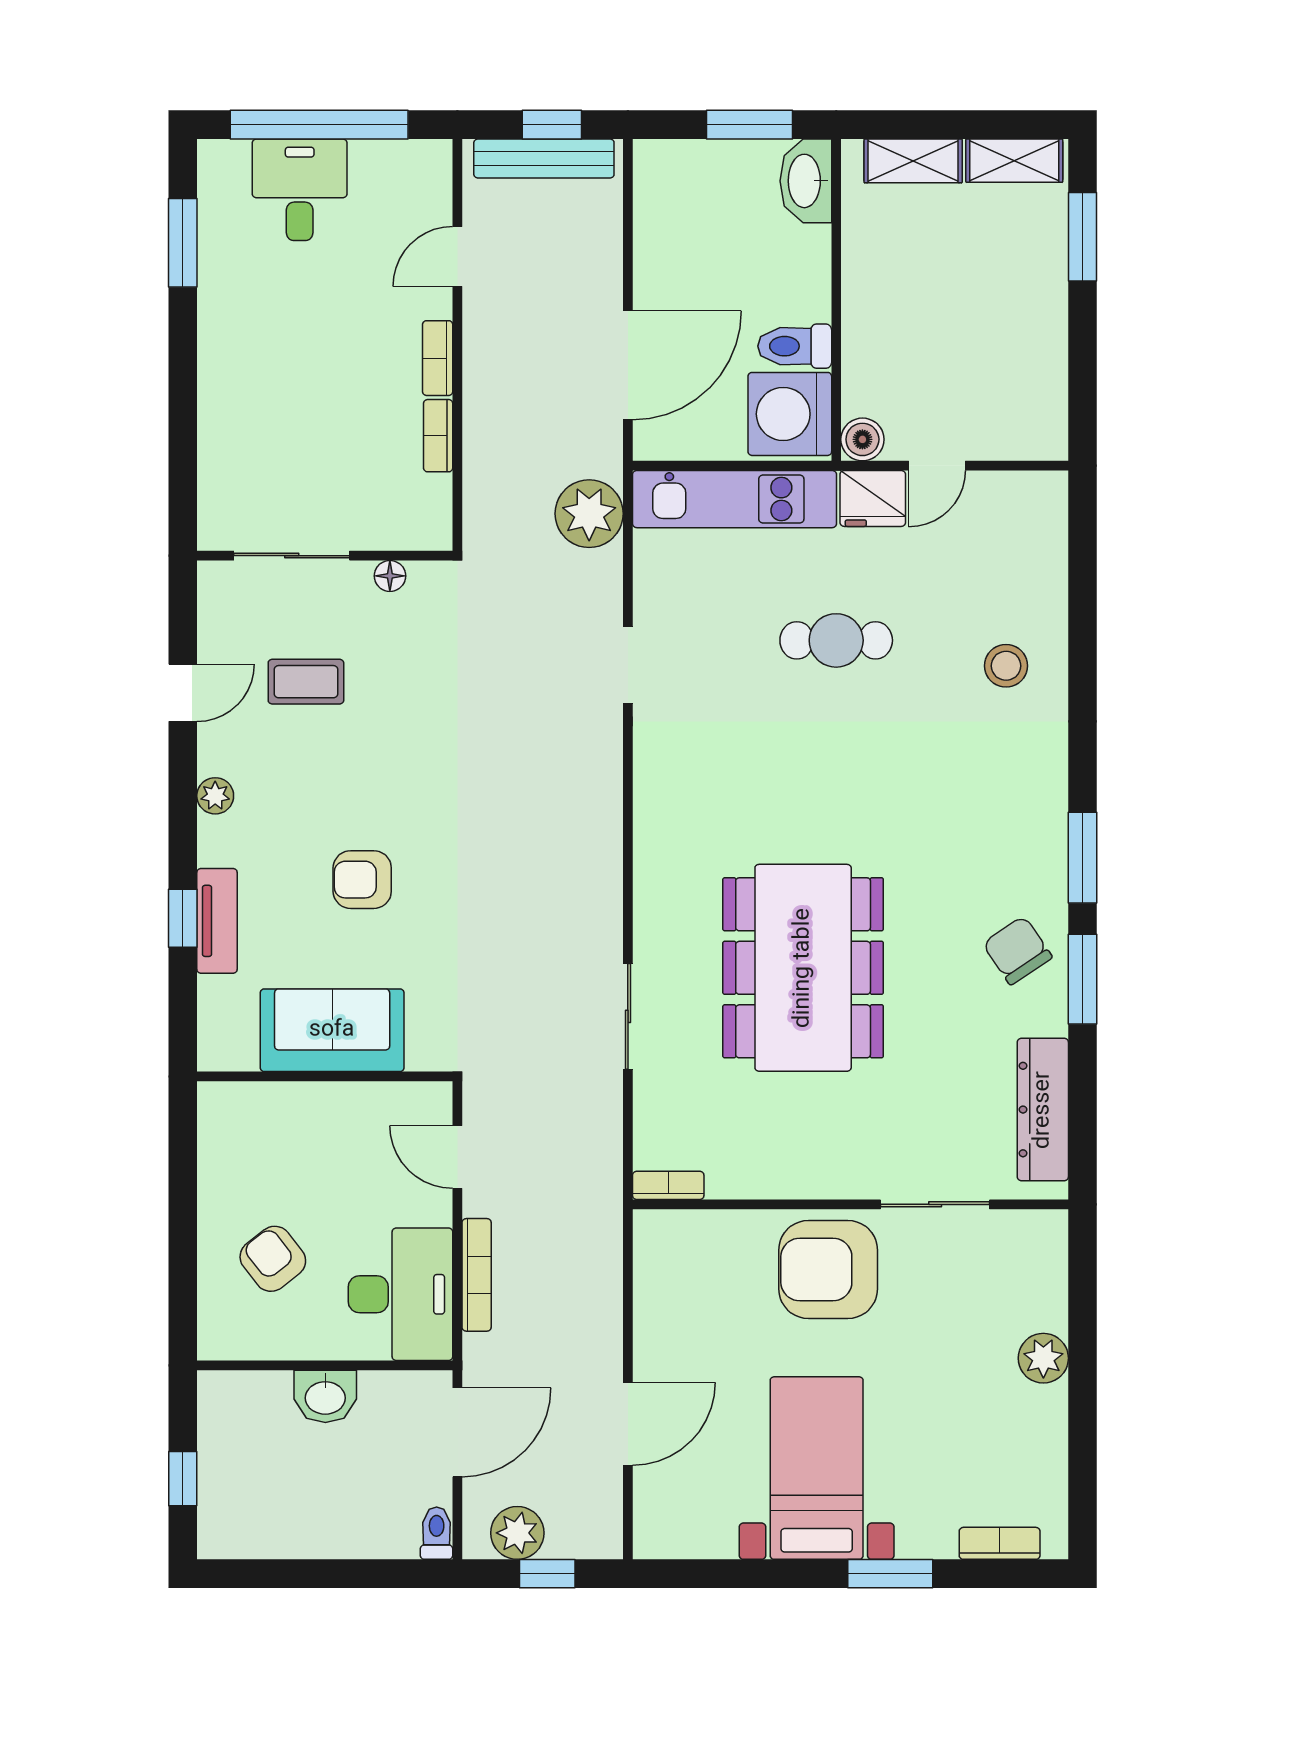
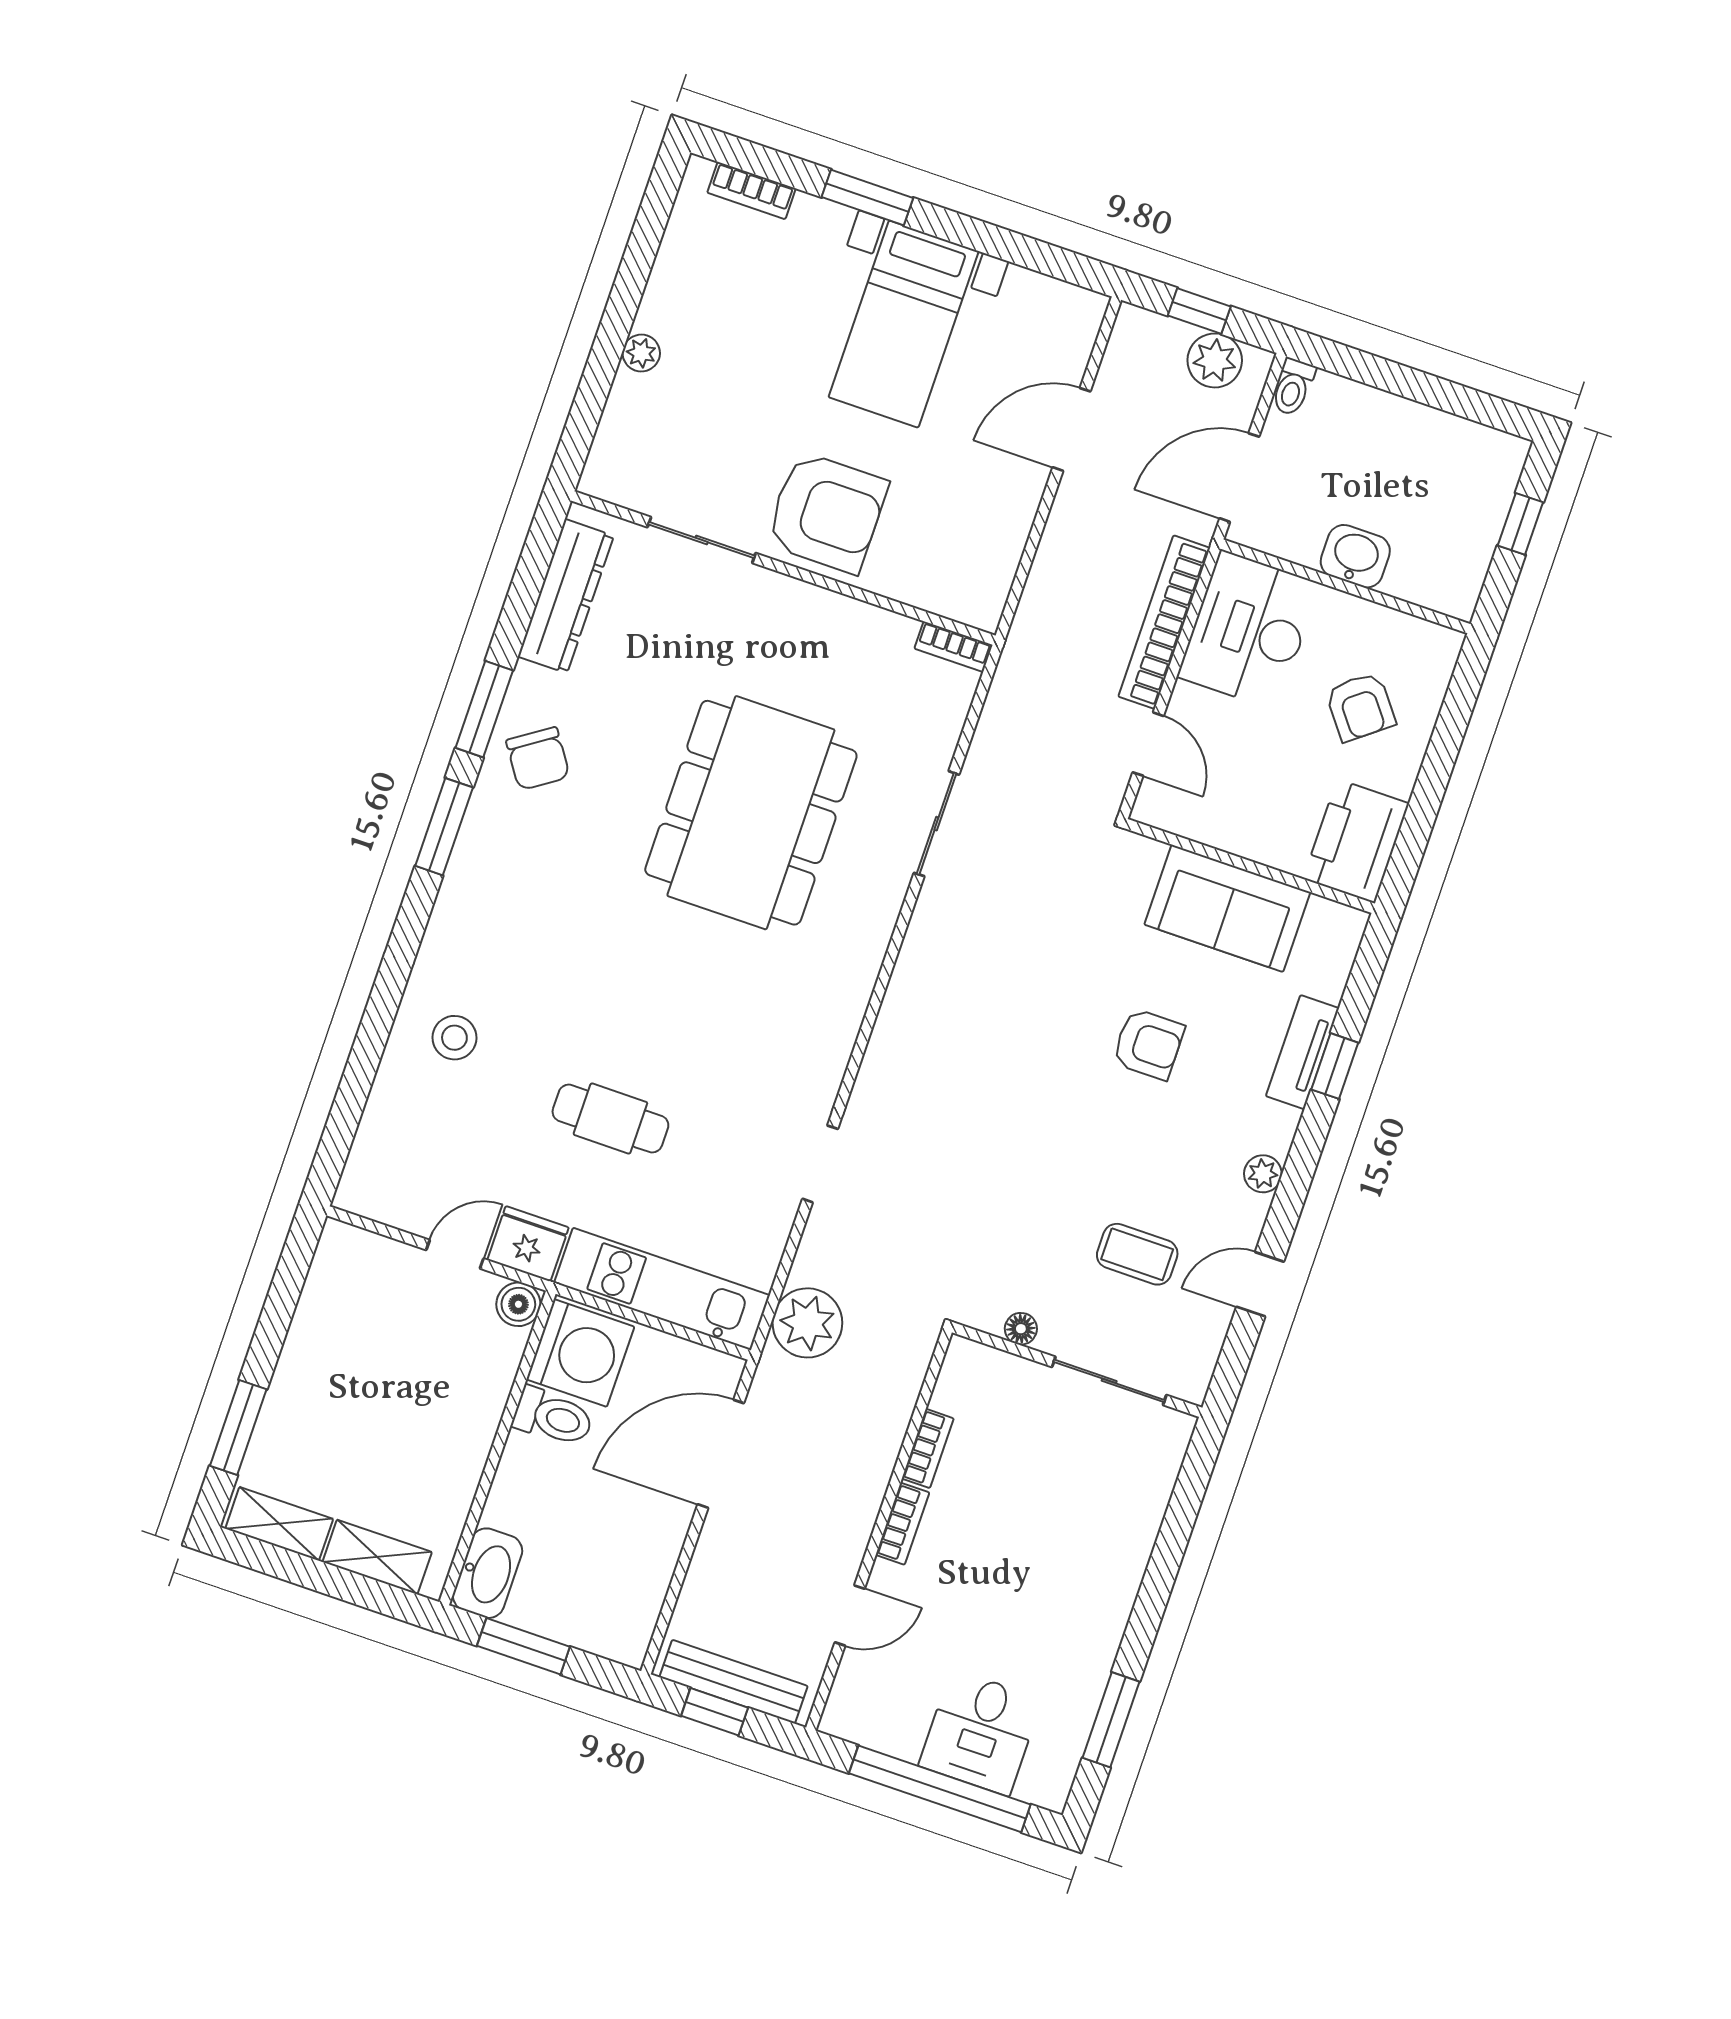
printer: (234, 1133) -> (1356, 841), added
bookcase: (477, 1275) -> (1164, 622), width x1.48, depth x1.31
plant: (1043, 1358) -> (641, 353), width x0.73, depth x0.73

